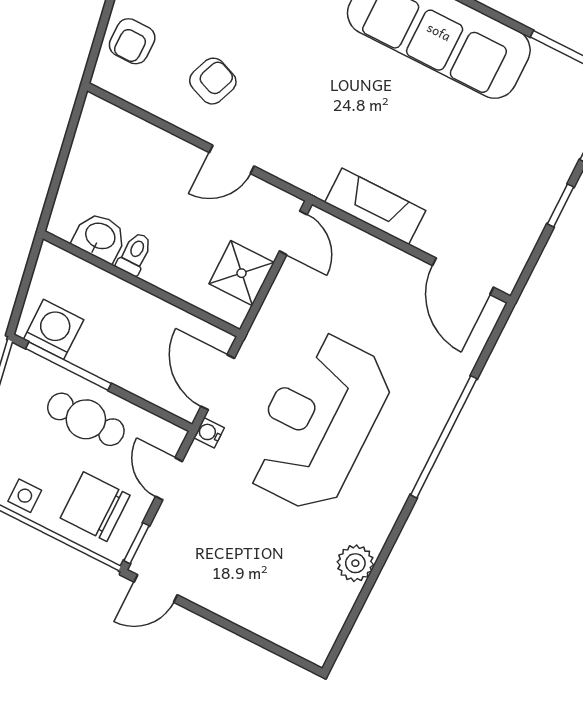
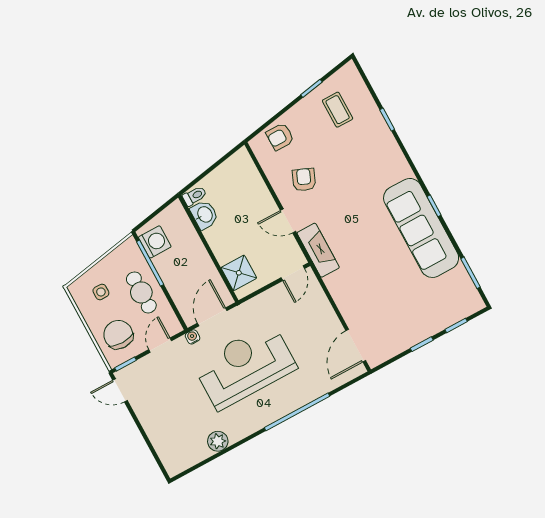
armchair: (213, 81) -> (304, 180), turned -88
fireplace: (375, 206) -> (318, 250), moved
toilet: (135, 254) -> (195, 196), moved
shower: (242, 273) -> (239, 273), moved
side table: (25, 496) -> (101, 292), moved

